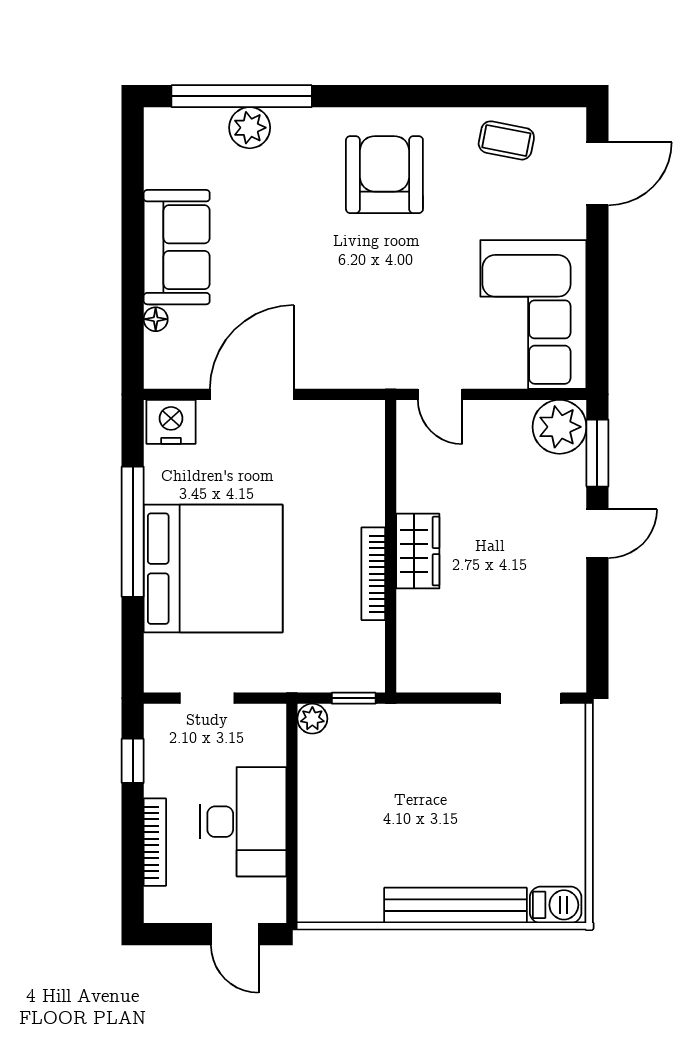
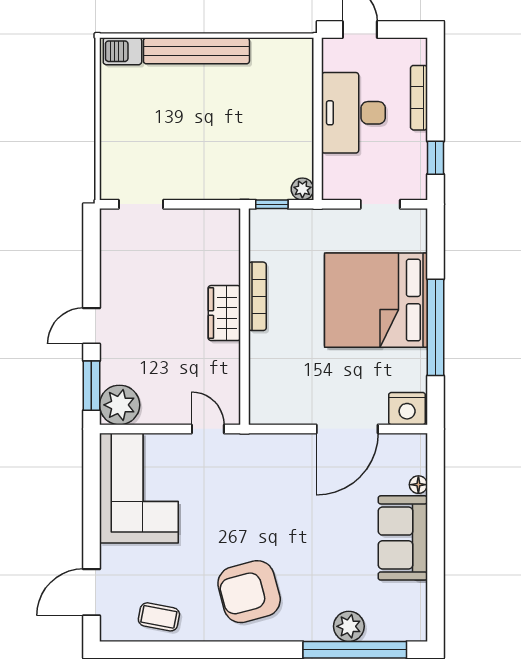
armchair: (384, 175) -> (249, 592), turned 75

